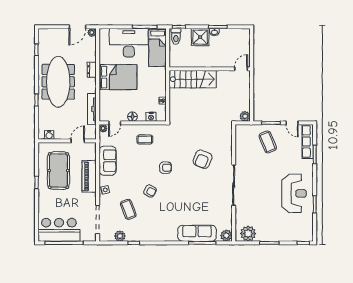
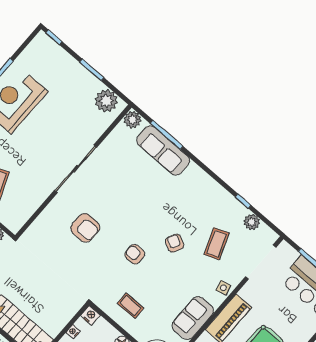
nightstand: (151, 117) -> (90, 315), moved
armchair: (203, 159) -> (85, 228), turned 67

